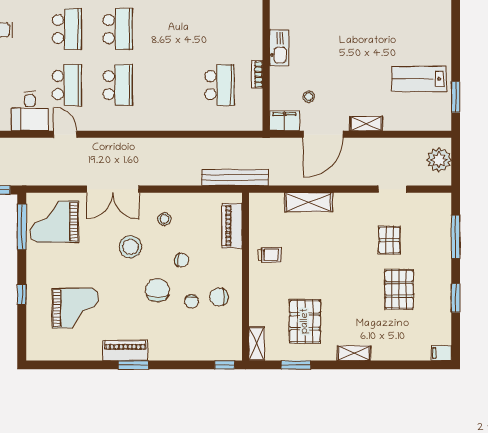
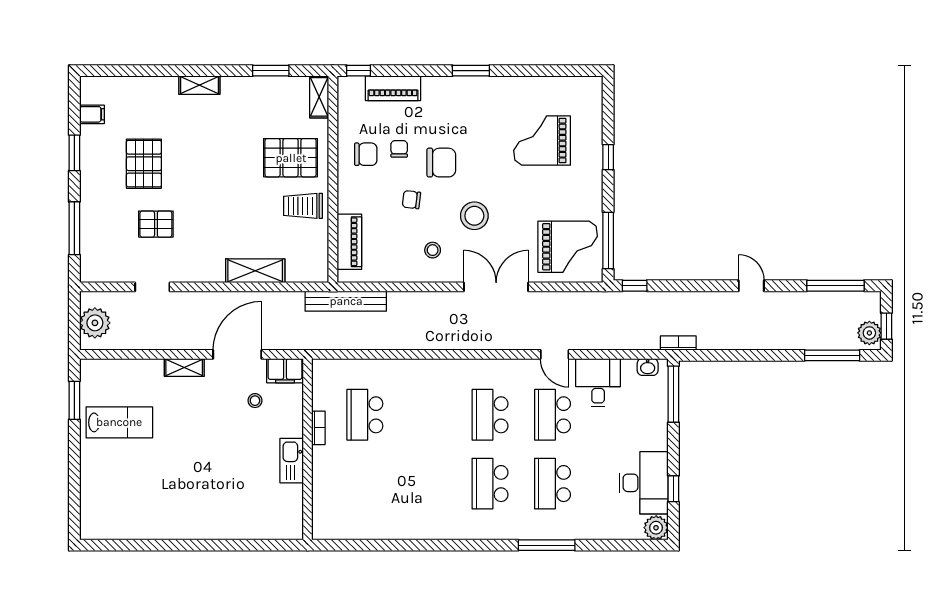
pallet: (389, 240) -> (156, 224), turned 90
trolley: (270, 255) -> (303, 206), width x1.36, depth x1.39
chair: (157, 290) -> (441, 163), turned -90
pallet: (305, 321) -> (291, 158), moved, turned 90
piano: (125, 351) -> (393, 88), moved
filing cabinet: (441, 353) -> (92, 114), moved

